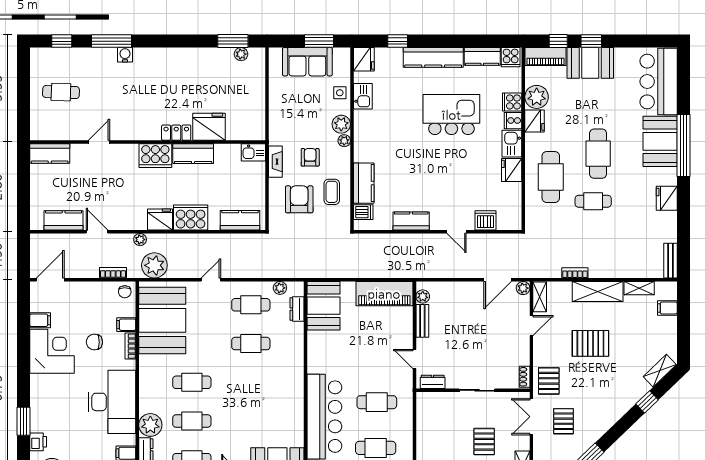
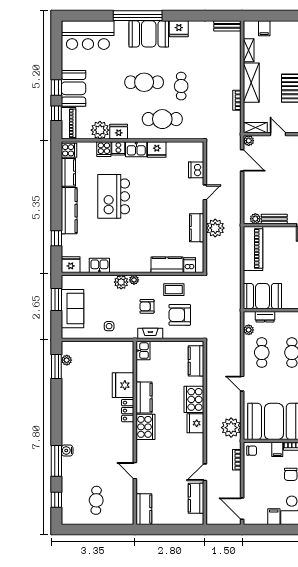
side table: (340, 93) -> (109, 326), moved
booth: (660, 141) -> (149, 34), moved
plant: (140, 240) -> (215, 228), moved, width x1.88, depth x1.88

